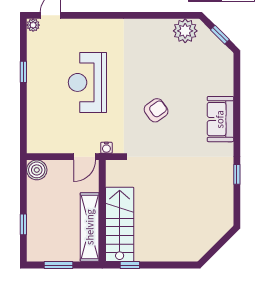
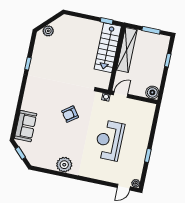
plant: (185, 31) -> (64, 165), moved
reception desk: (87, 82) -> (109, 140), turned 180
sofa: (220, 119) -> (26, 126), moved
plant: (216, 231) -> (48, 31), added

